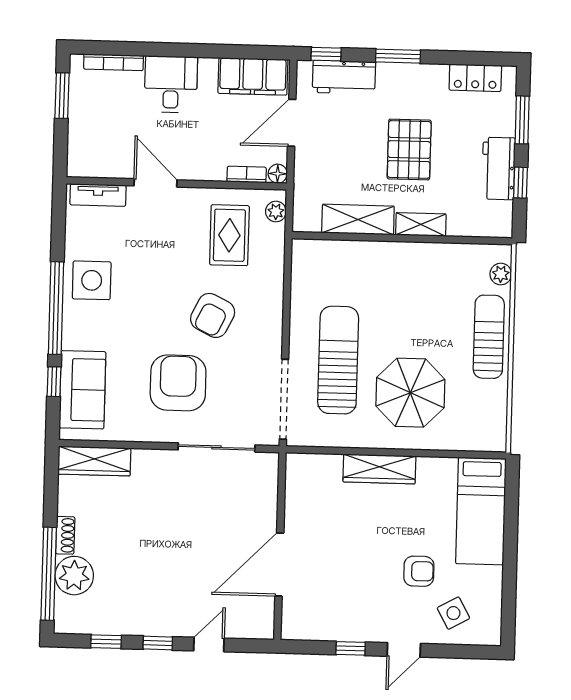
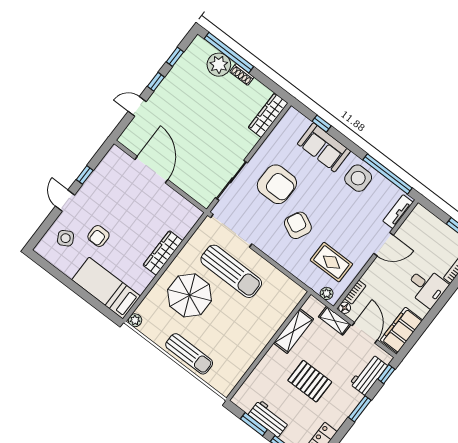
window: (520, 183) -> (254, 424), width x1.50
shelving: (421, 224) -> (335, 321), moved, turned 90
plant: (501, 274) -> (135, 320), moved
window: (56, 308) -> (387, 174), moved
sofa: (83, 390) -> (324, 147), moved
door: (209, 644) -> (137, 106), swing flipped

